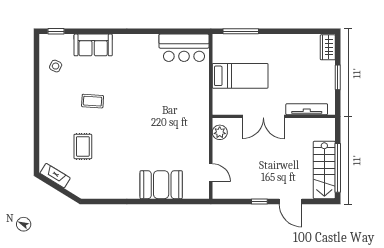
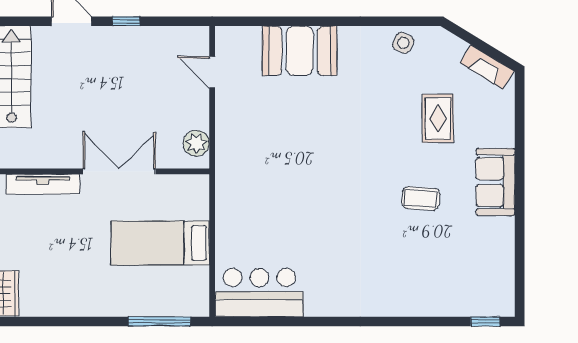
sofa: (93, 45) -> (496, 182), moved, turned -90
side table: (56, 66) -> (403, 43), moved

